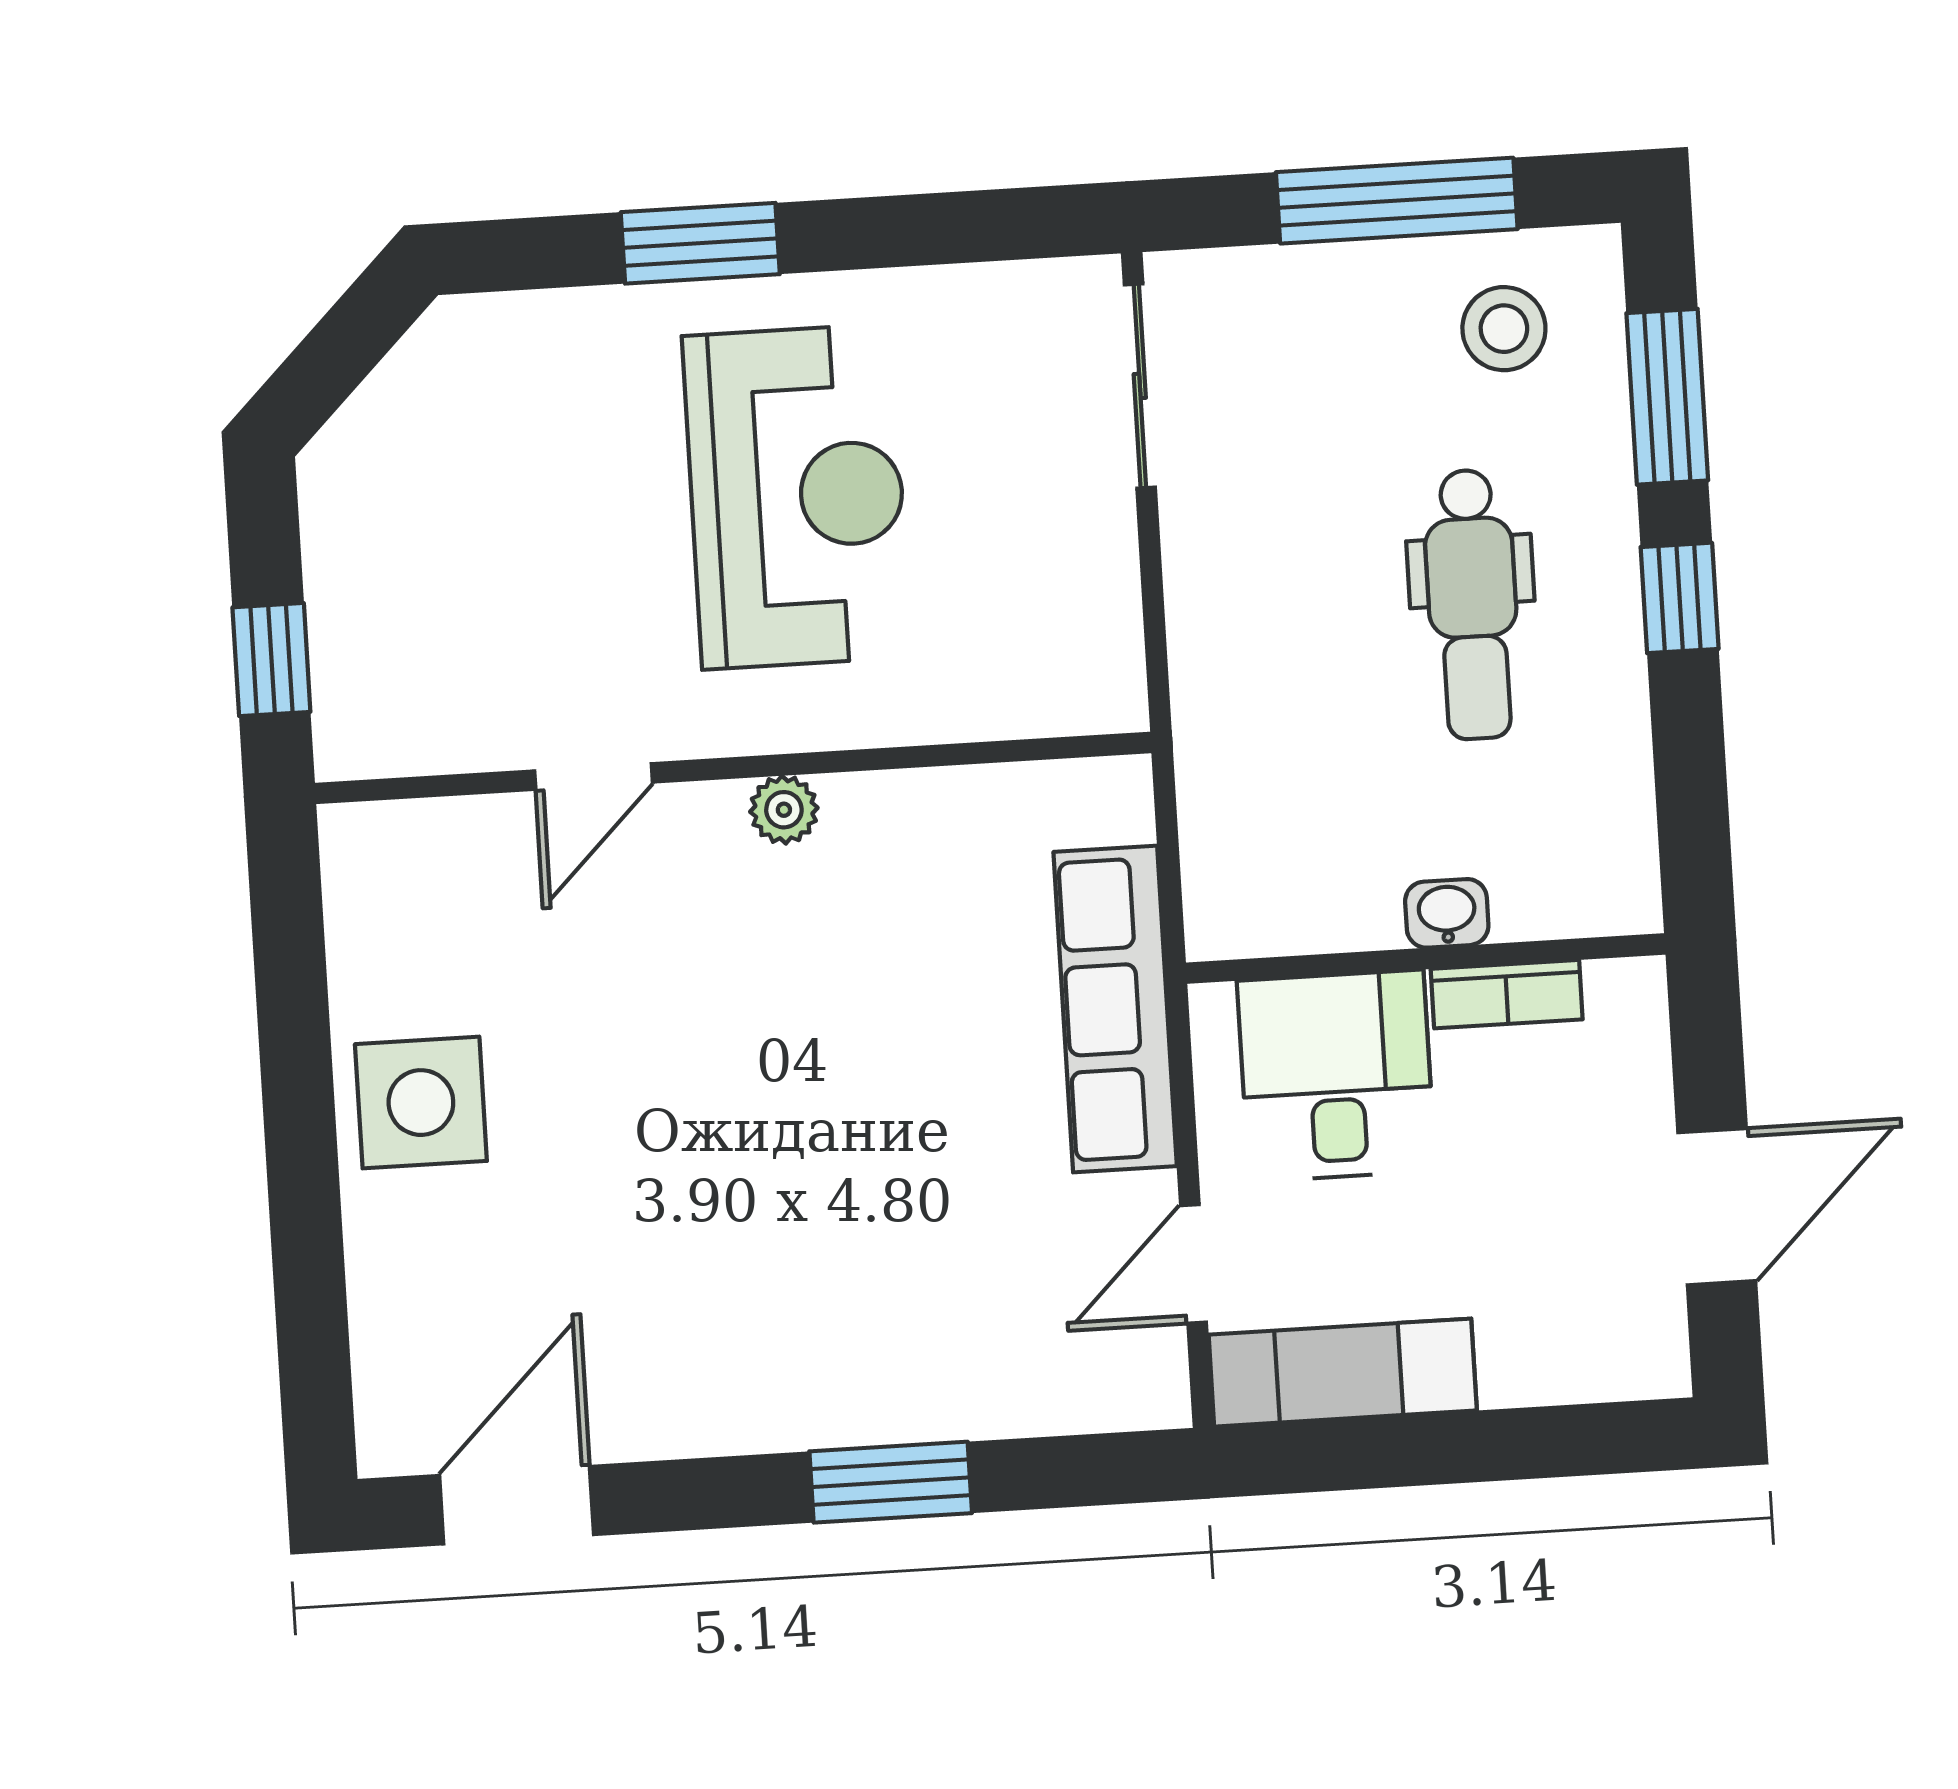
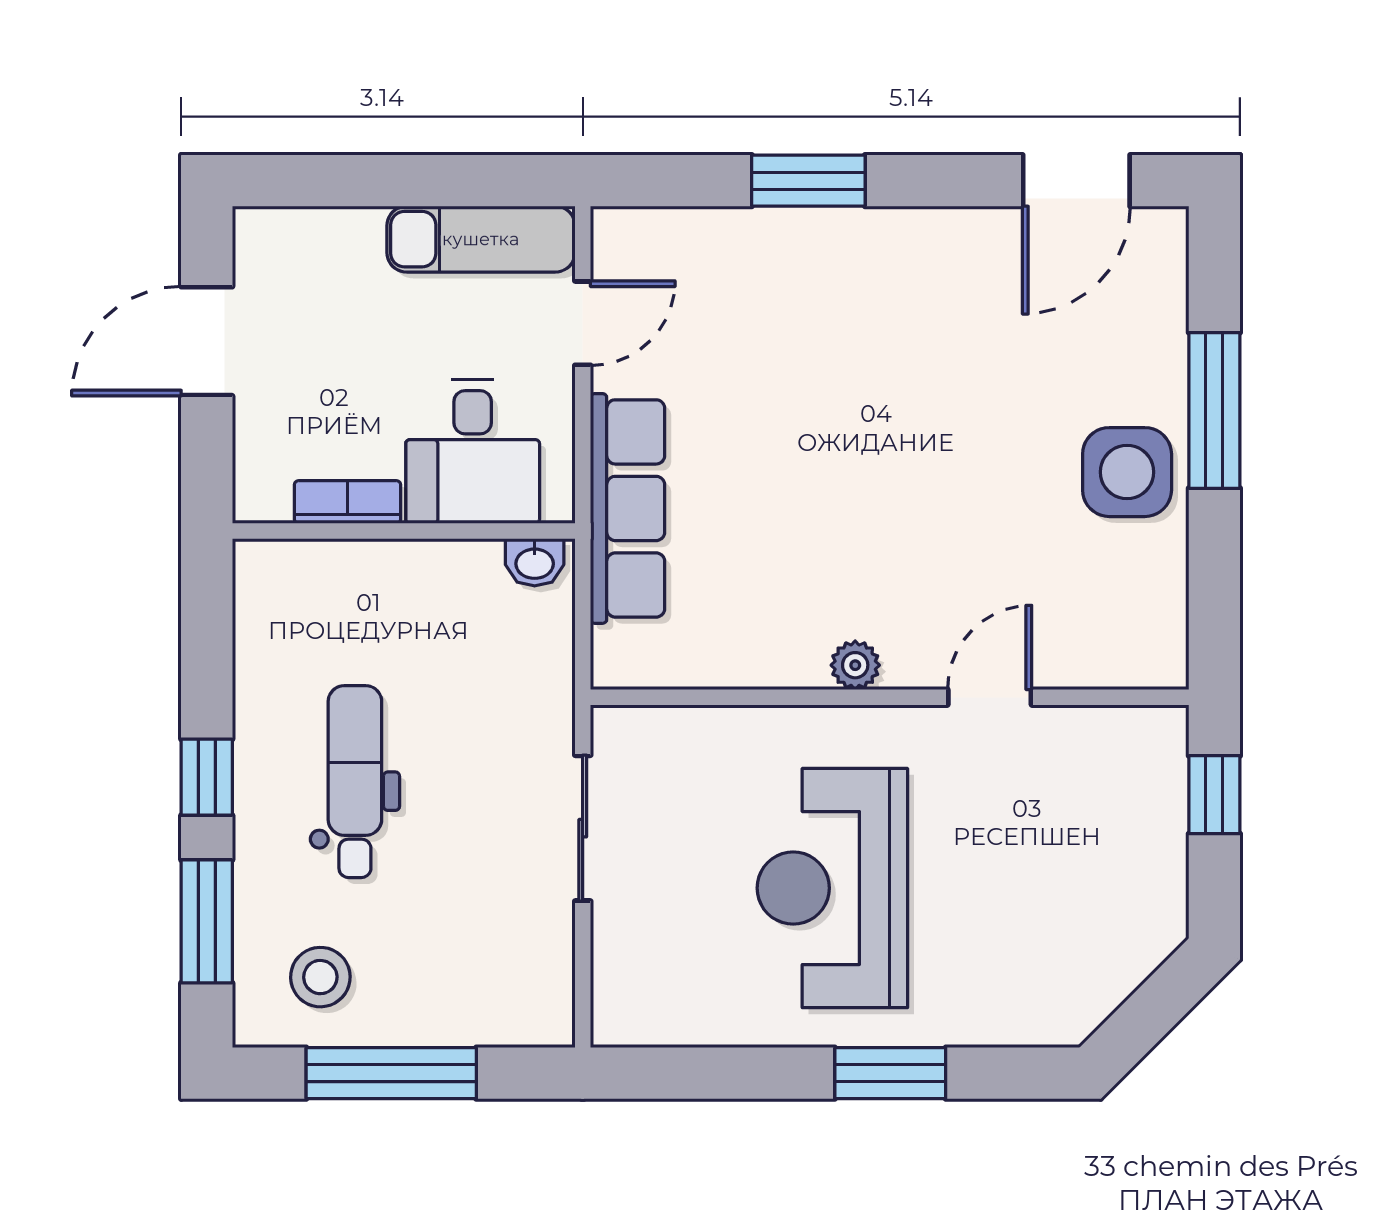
sliding door: (1140, 386) -> (583, 828), moved
washbasin: (1447, 913) -> (535, 562), moved
window: (304, 1196) -> (1214, 410), added

